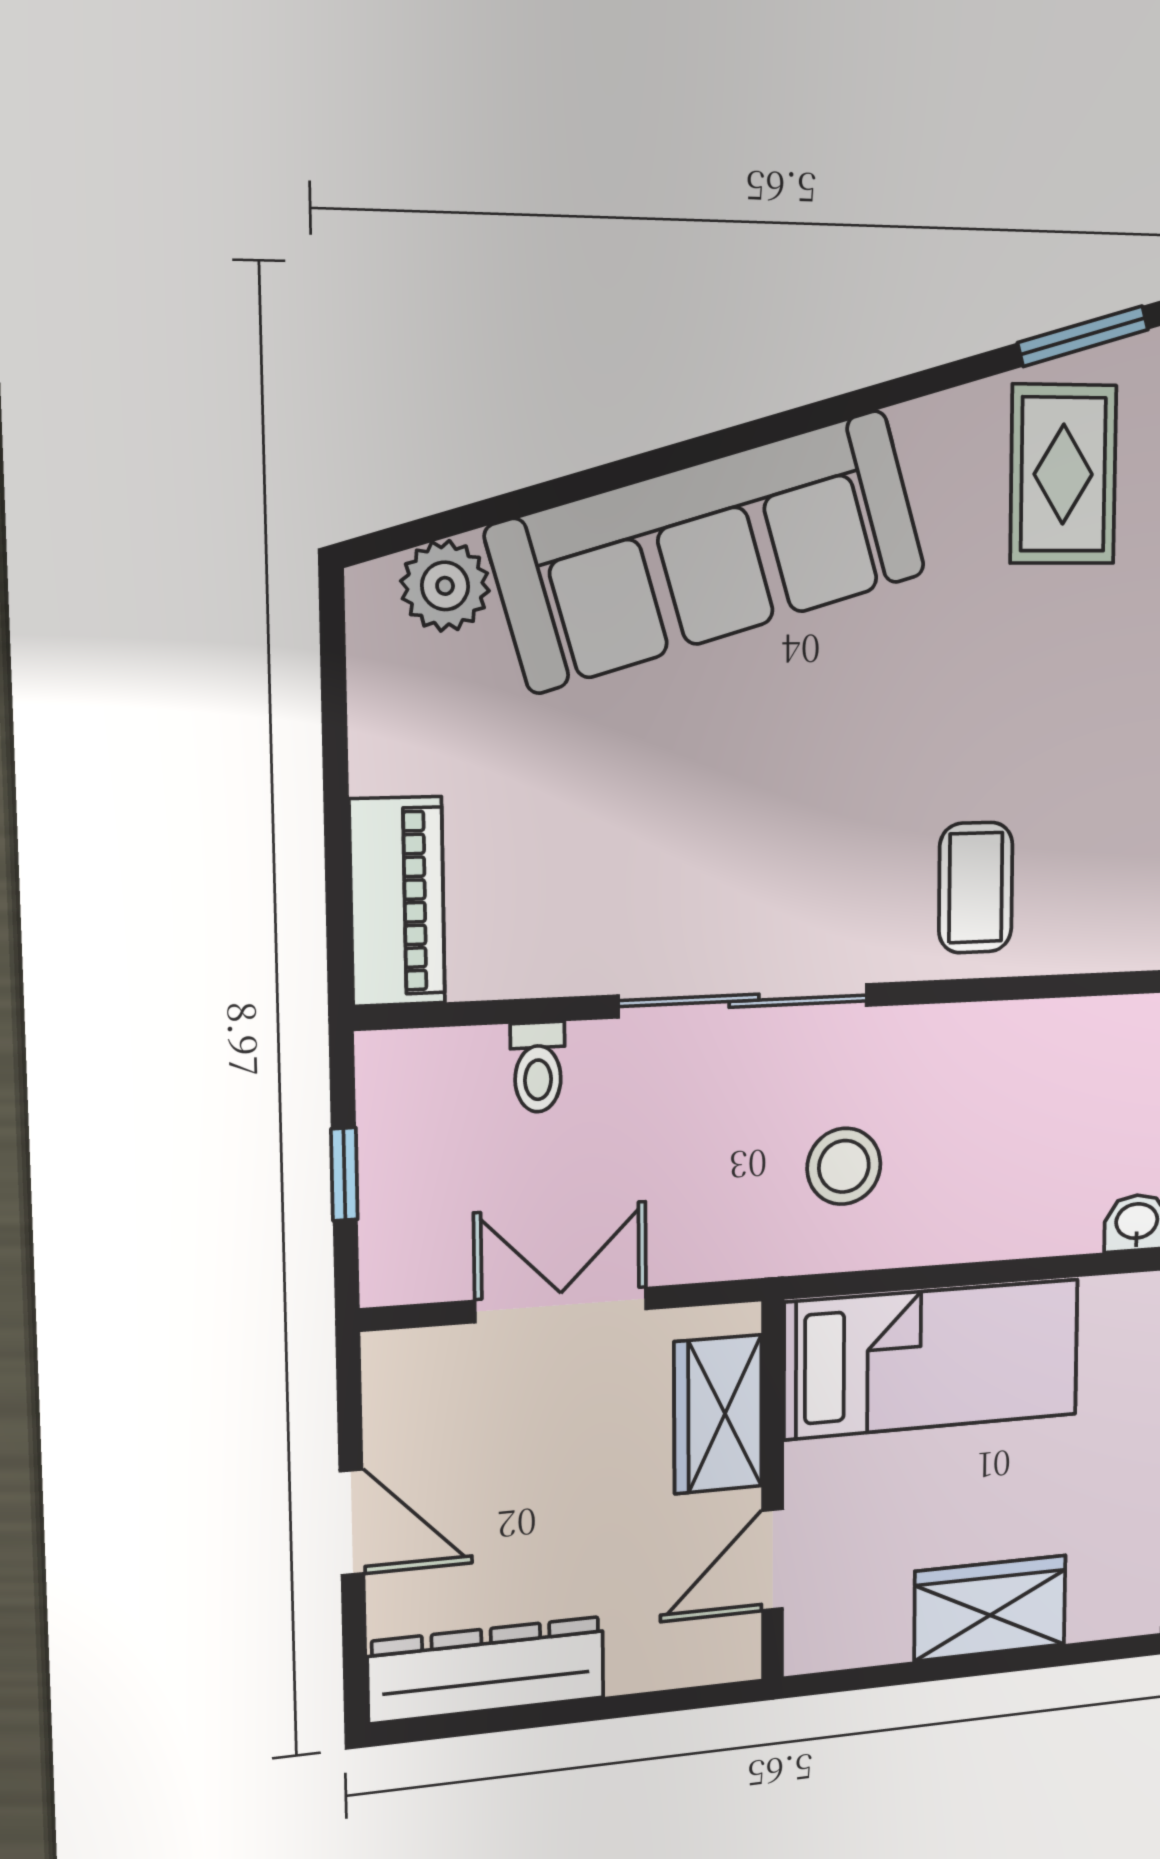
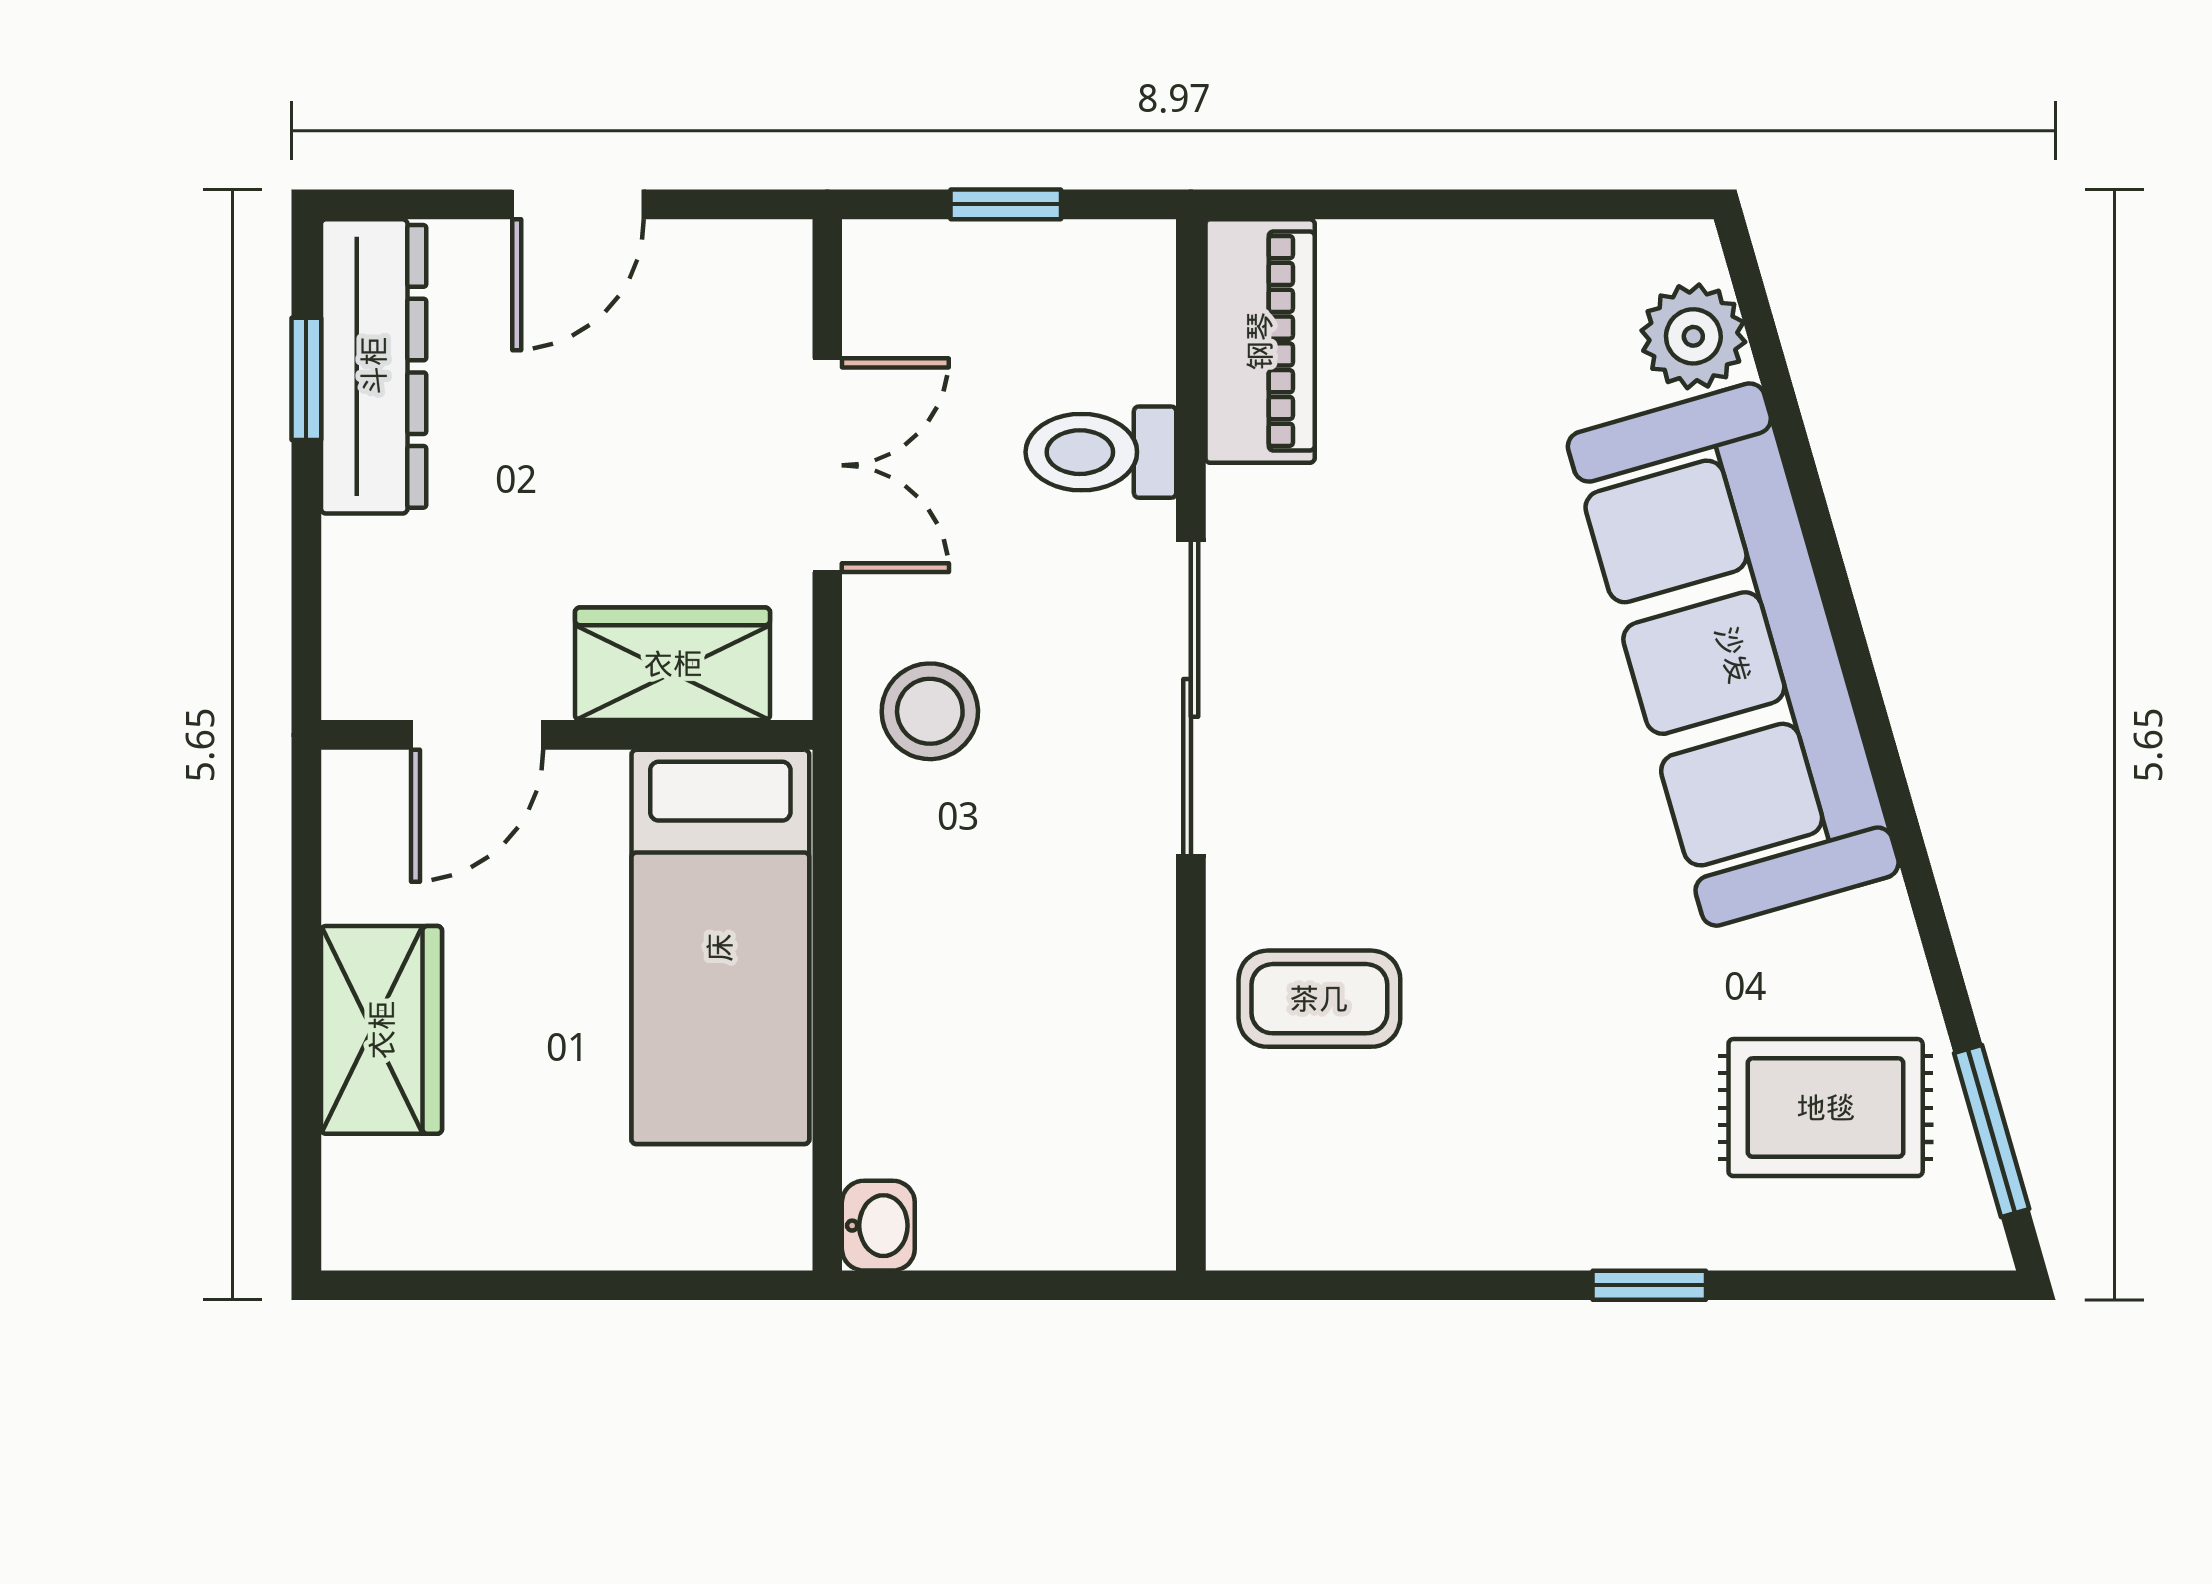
piano: (397, 902) -> (1260, 341), moved, turned -90
toilet: (538, 1067) -> (1101, 452), width x1.37, depth x1.39
stool: (844, 1166) -> (930, 711), moved
door: (773, 1560) -> (477, 735), swing flipped
window: (497, 1721) -> (306, 379), added

